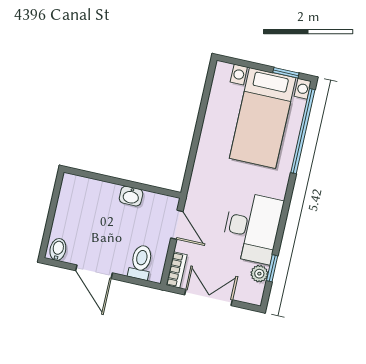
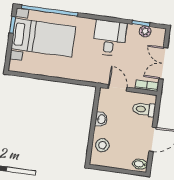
stool: (92, 195) -> (102, 145), added
door: (177, 225) -> (118, 88), hinge flipped
desk: (252, 227) -> (109, 38), width x0.73

